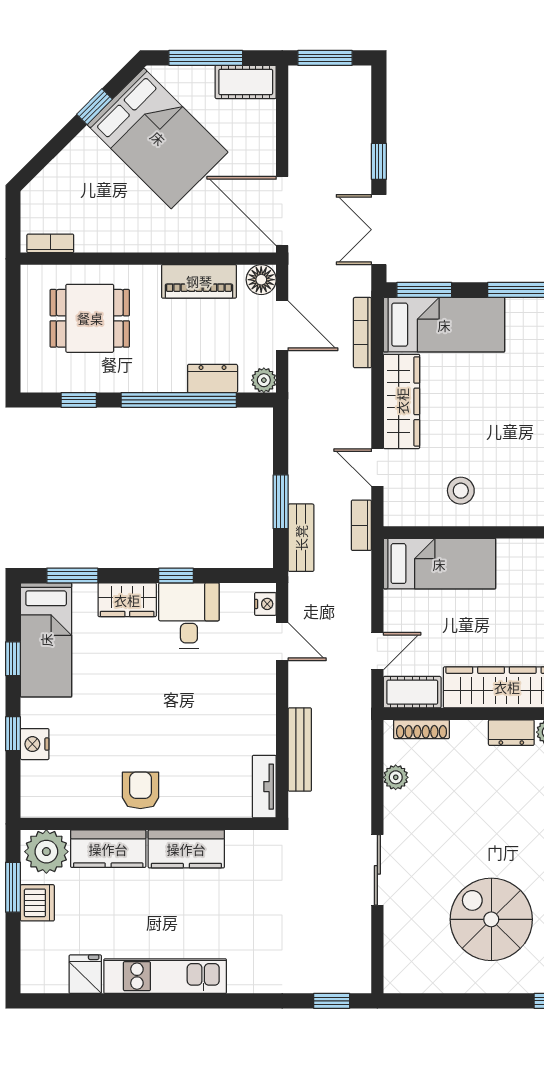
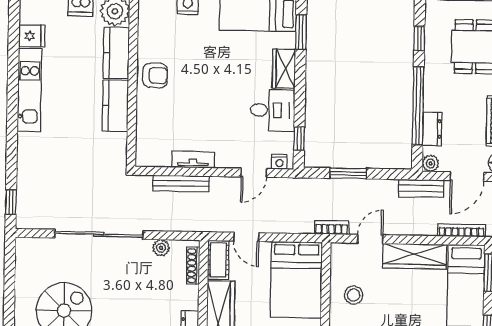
bench: (301, 538) -> (421, 188), moved
bed: (439, 564) -> (296, 280), width x1.50
window: (176, 575) -> (299, 139), moved
tv unit: (264, 787) -> (193, 160), moved
sliding door: (377, 870) -> (99, 234), width x1.86

